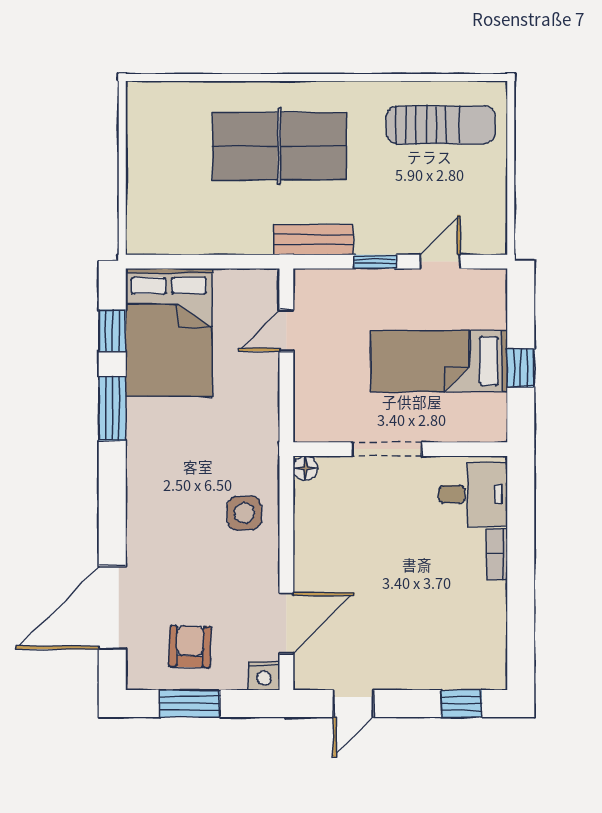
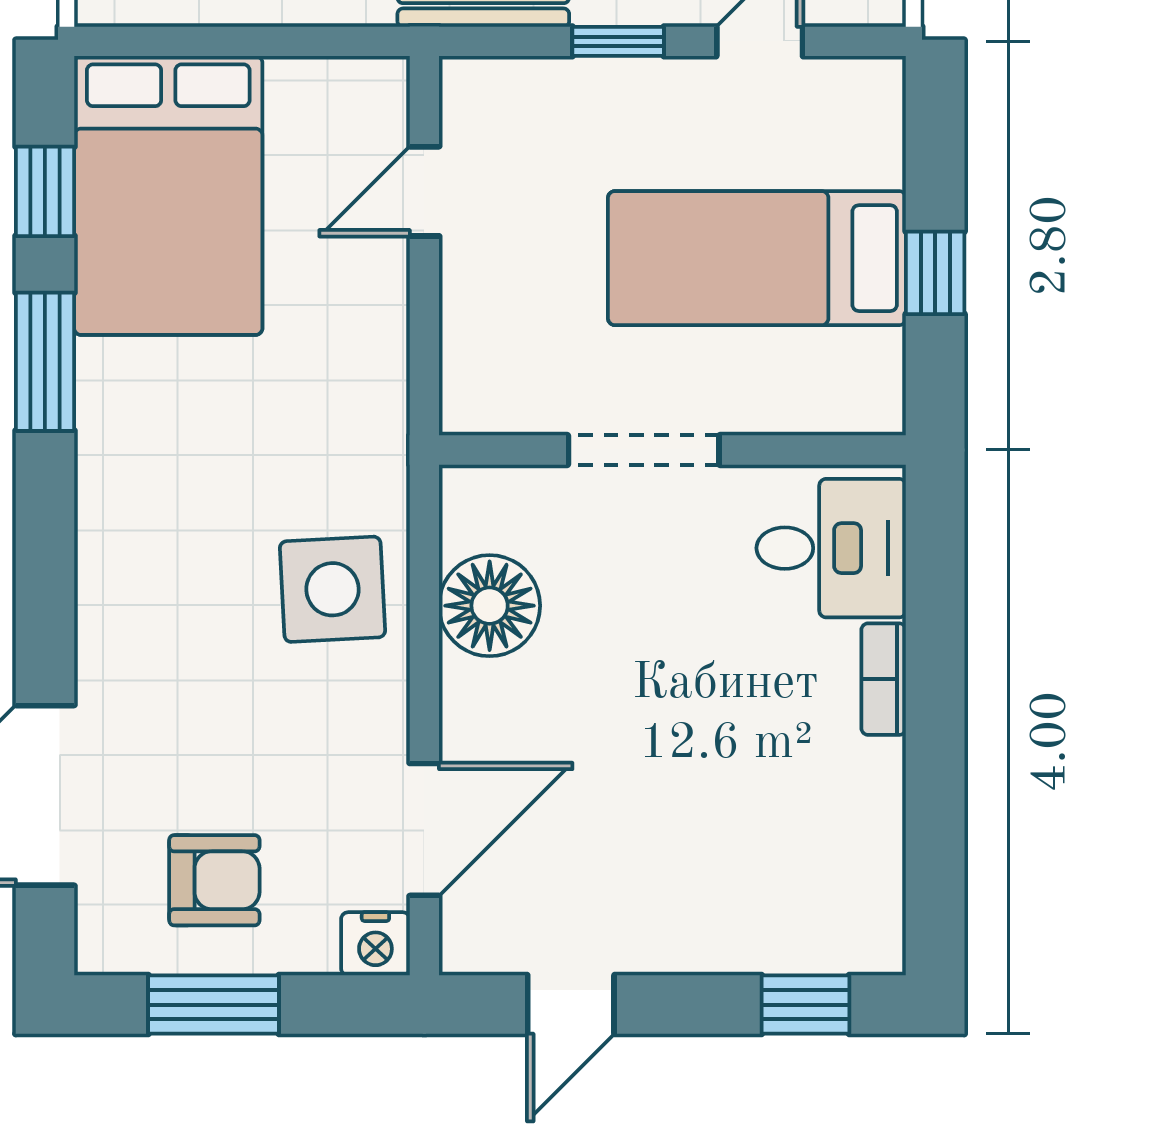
floor lamp: (305, 468) -> (490, 606), moved, width x1.89, depth x1.89
side table: (244, 513) -> (332, 589), width x1.37, depth x1.37
armchair: (190, 647) -> (214, 880), turned 88

